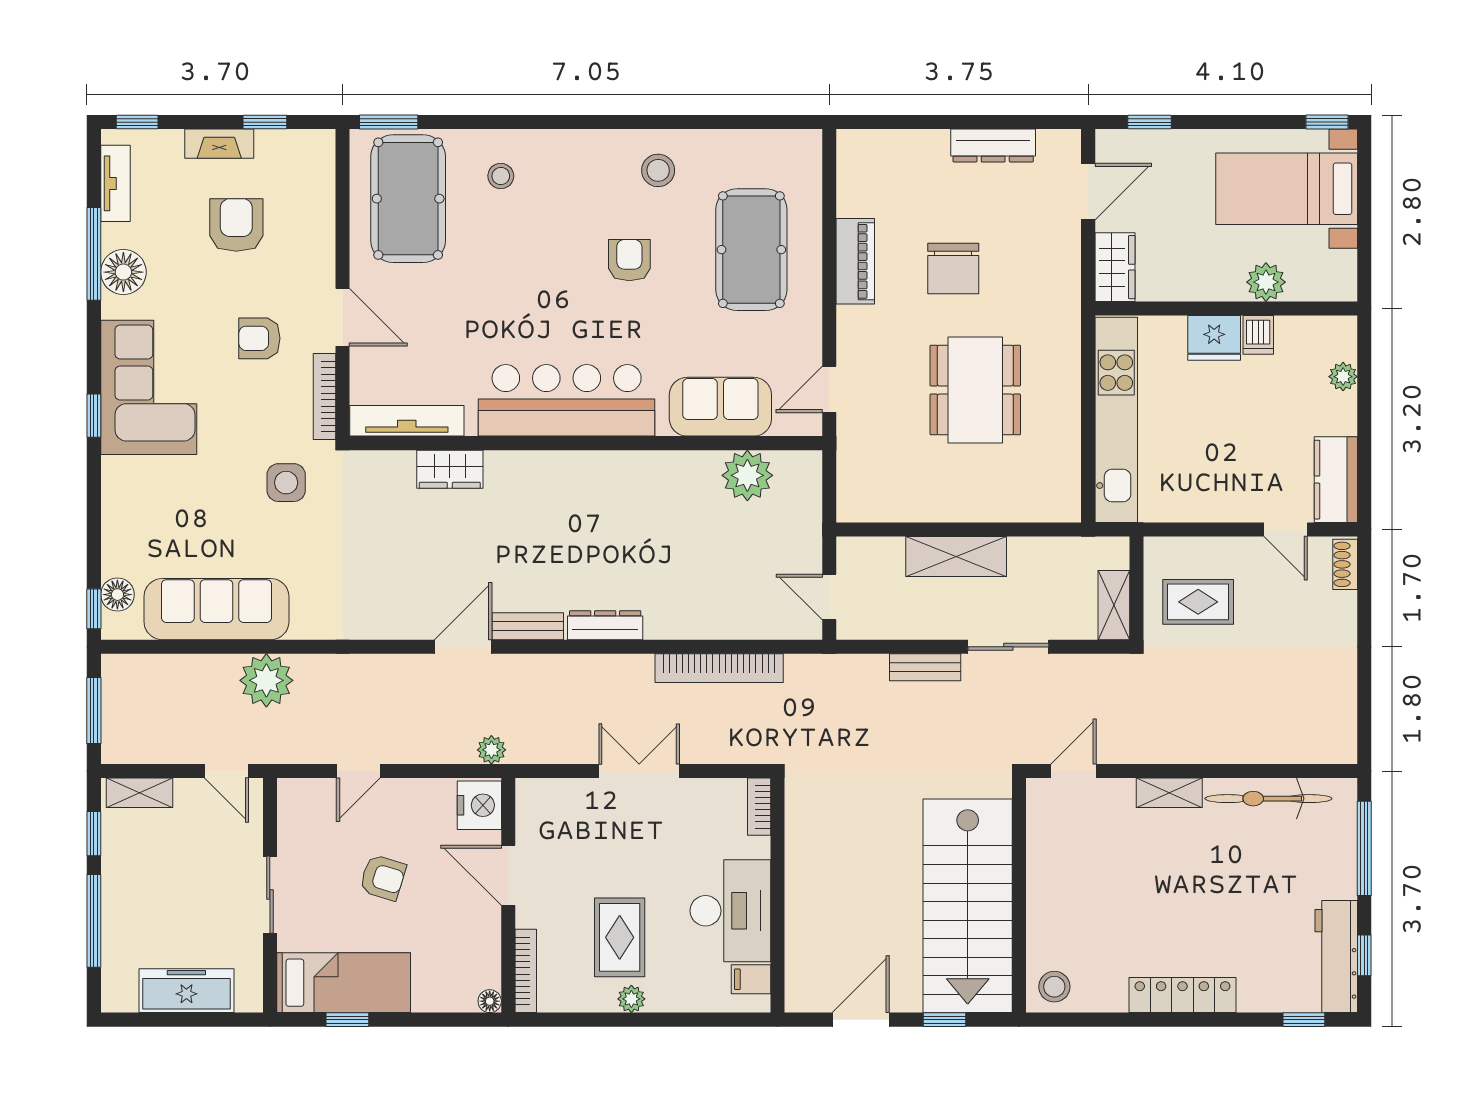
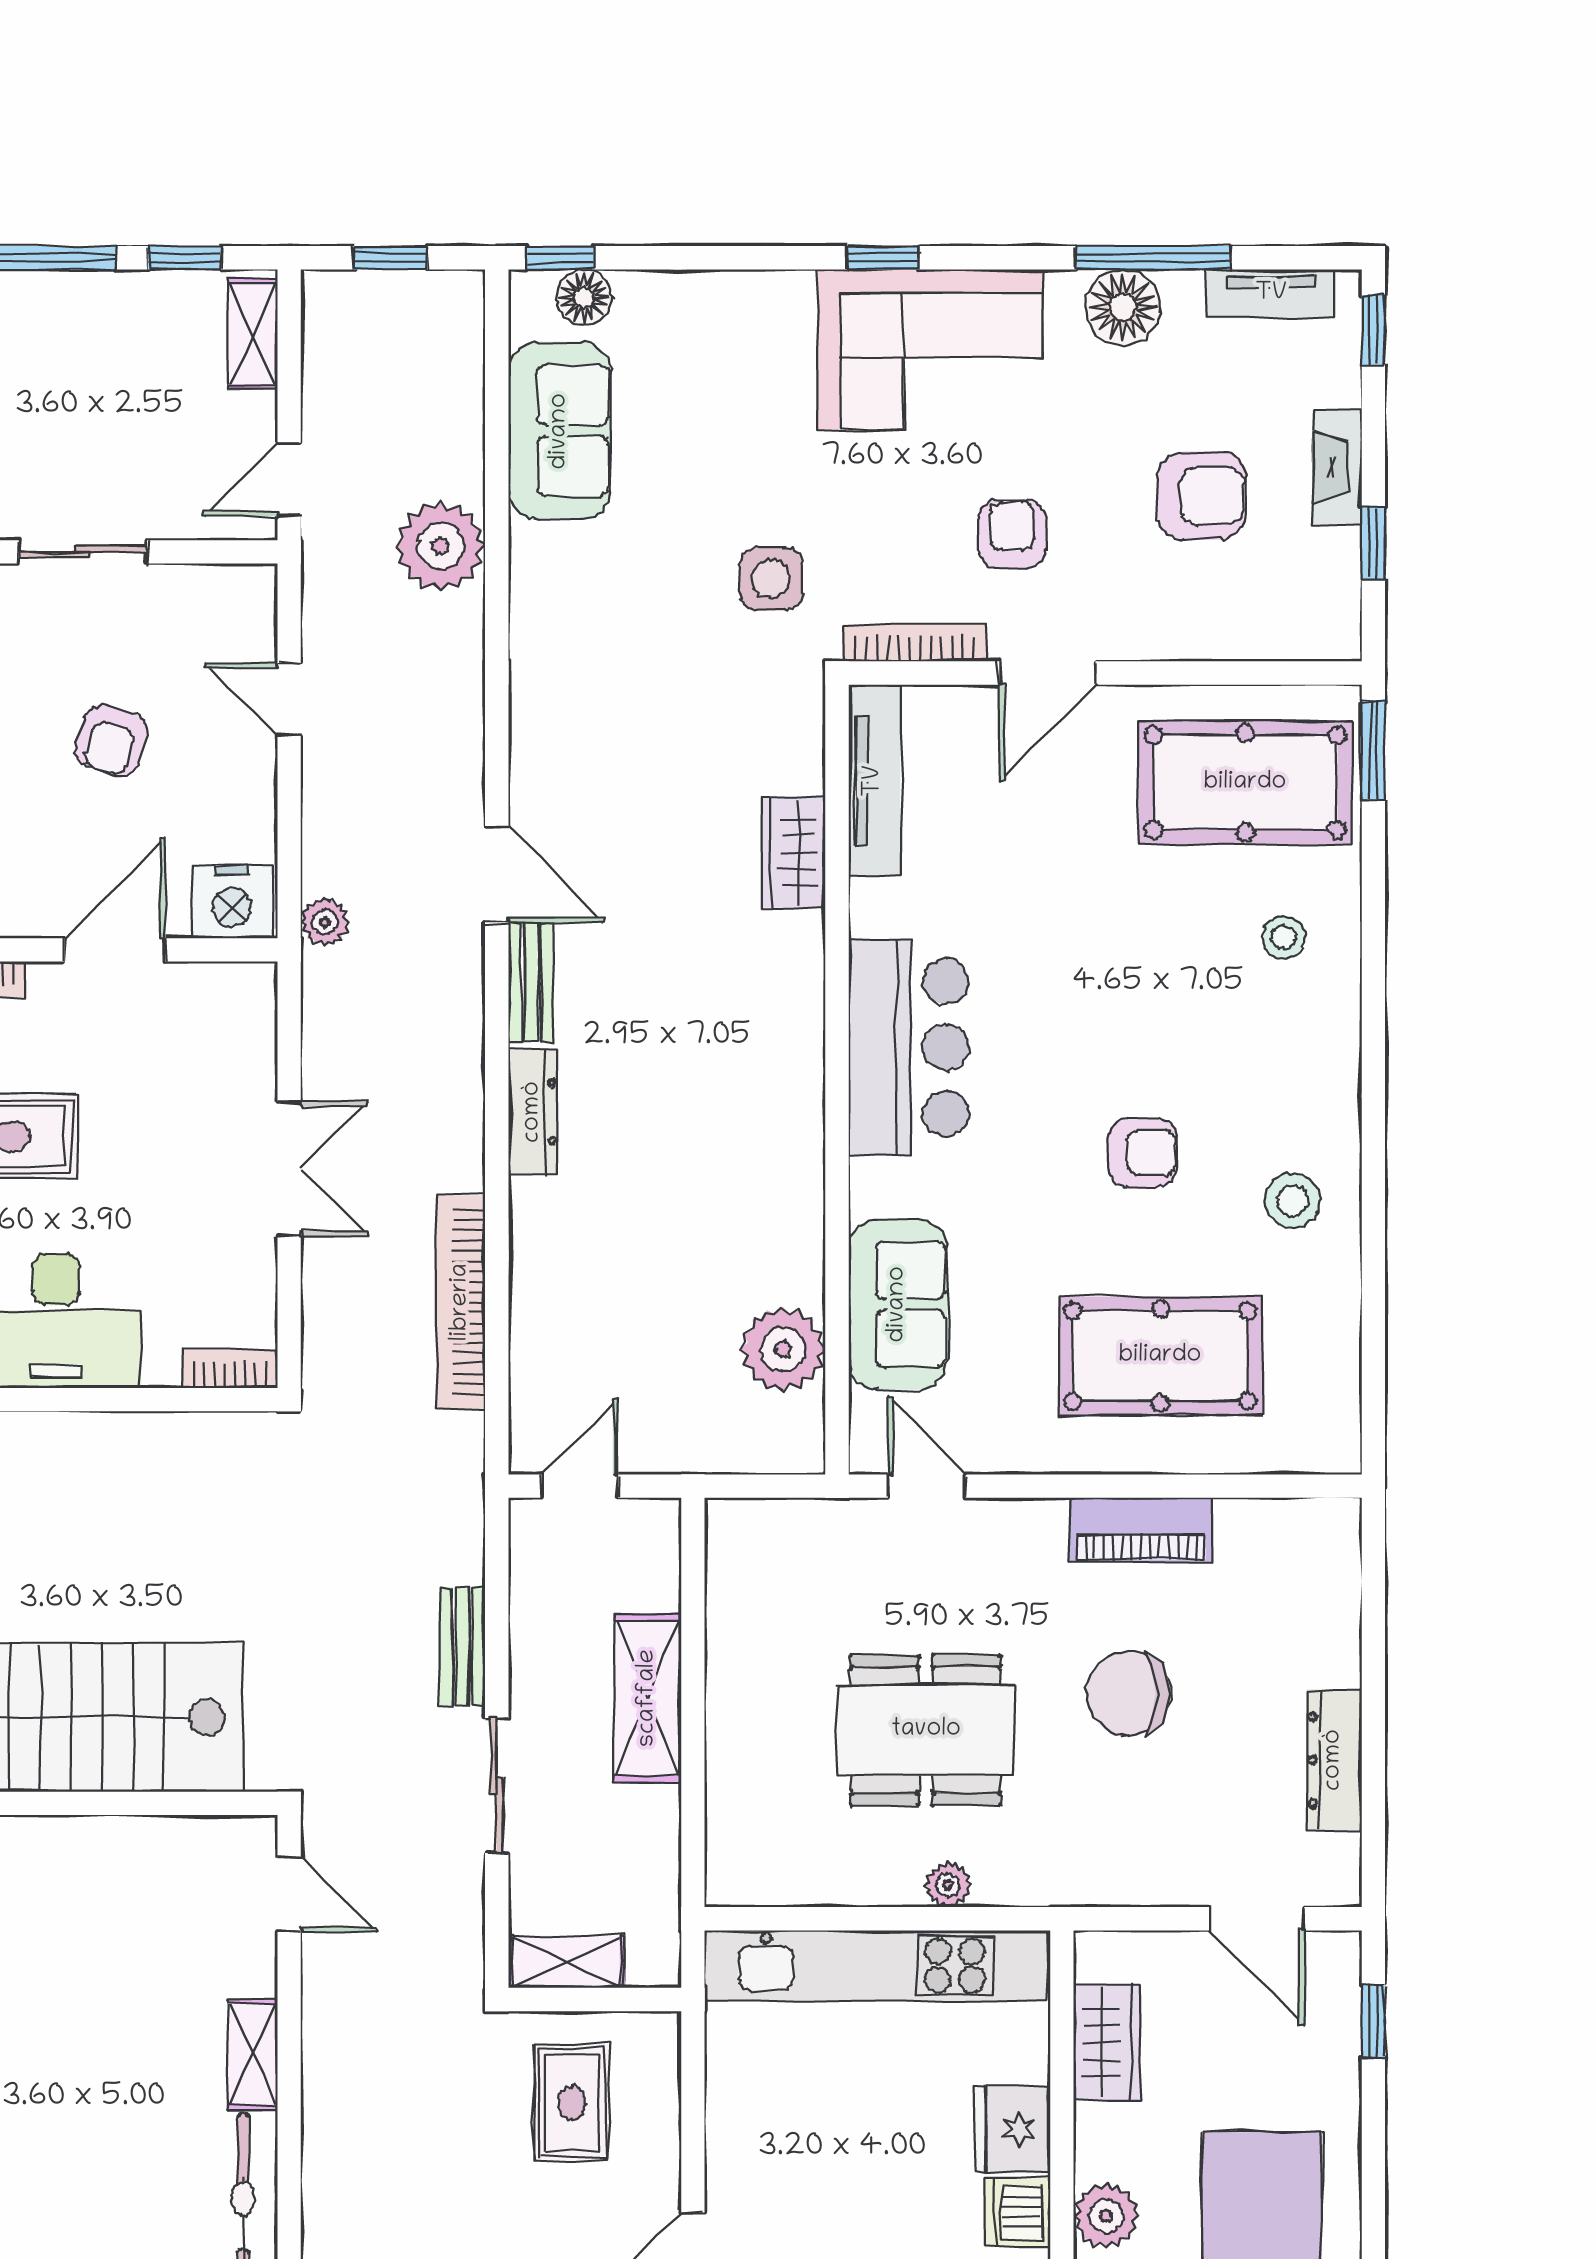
wardrobe: (1115, 267) -> (1107, 2042), moved, turned -90
dishwasher: (1258, 335) -> (1018, 2212), width x1.38
plant: (1068, 377) -> (948, 1885), added
bar counter: (567, 400) -> (908, 1047), width x0.73
sofa: (216, 609) -> (560, 431), width x0.73
window: (94, 710) -> (390, 258), width x0.67

